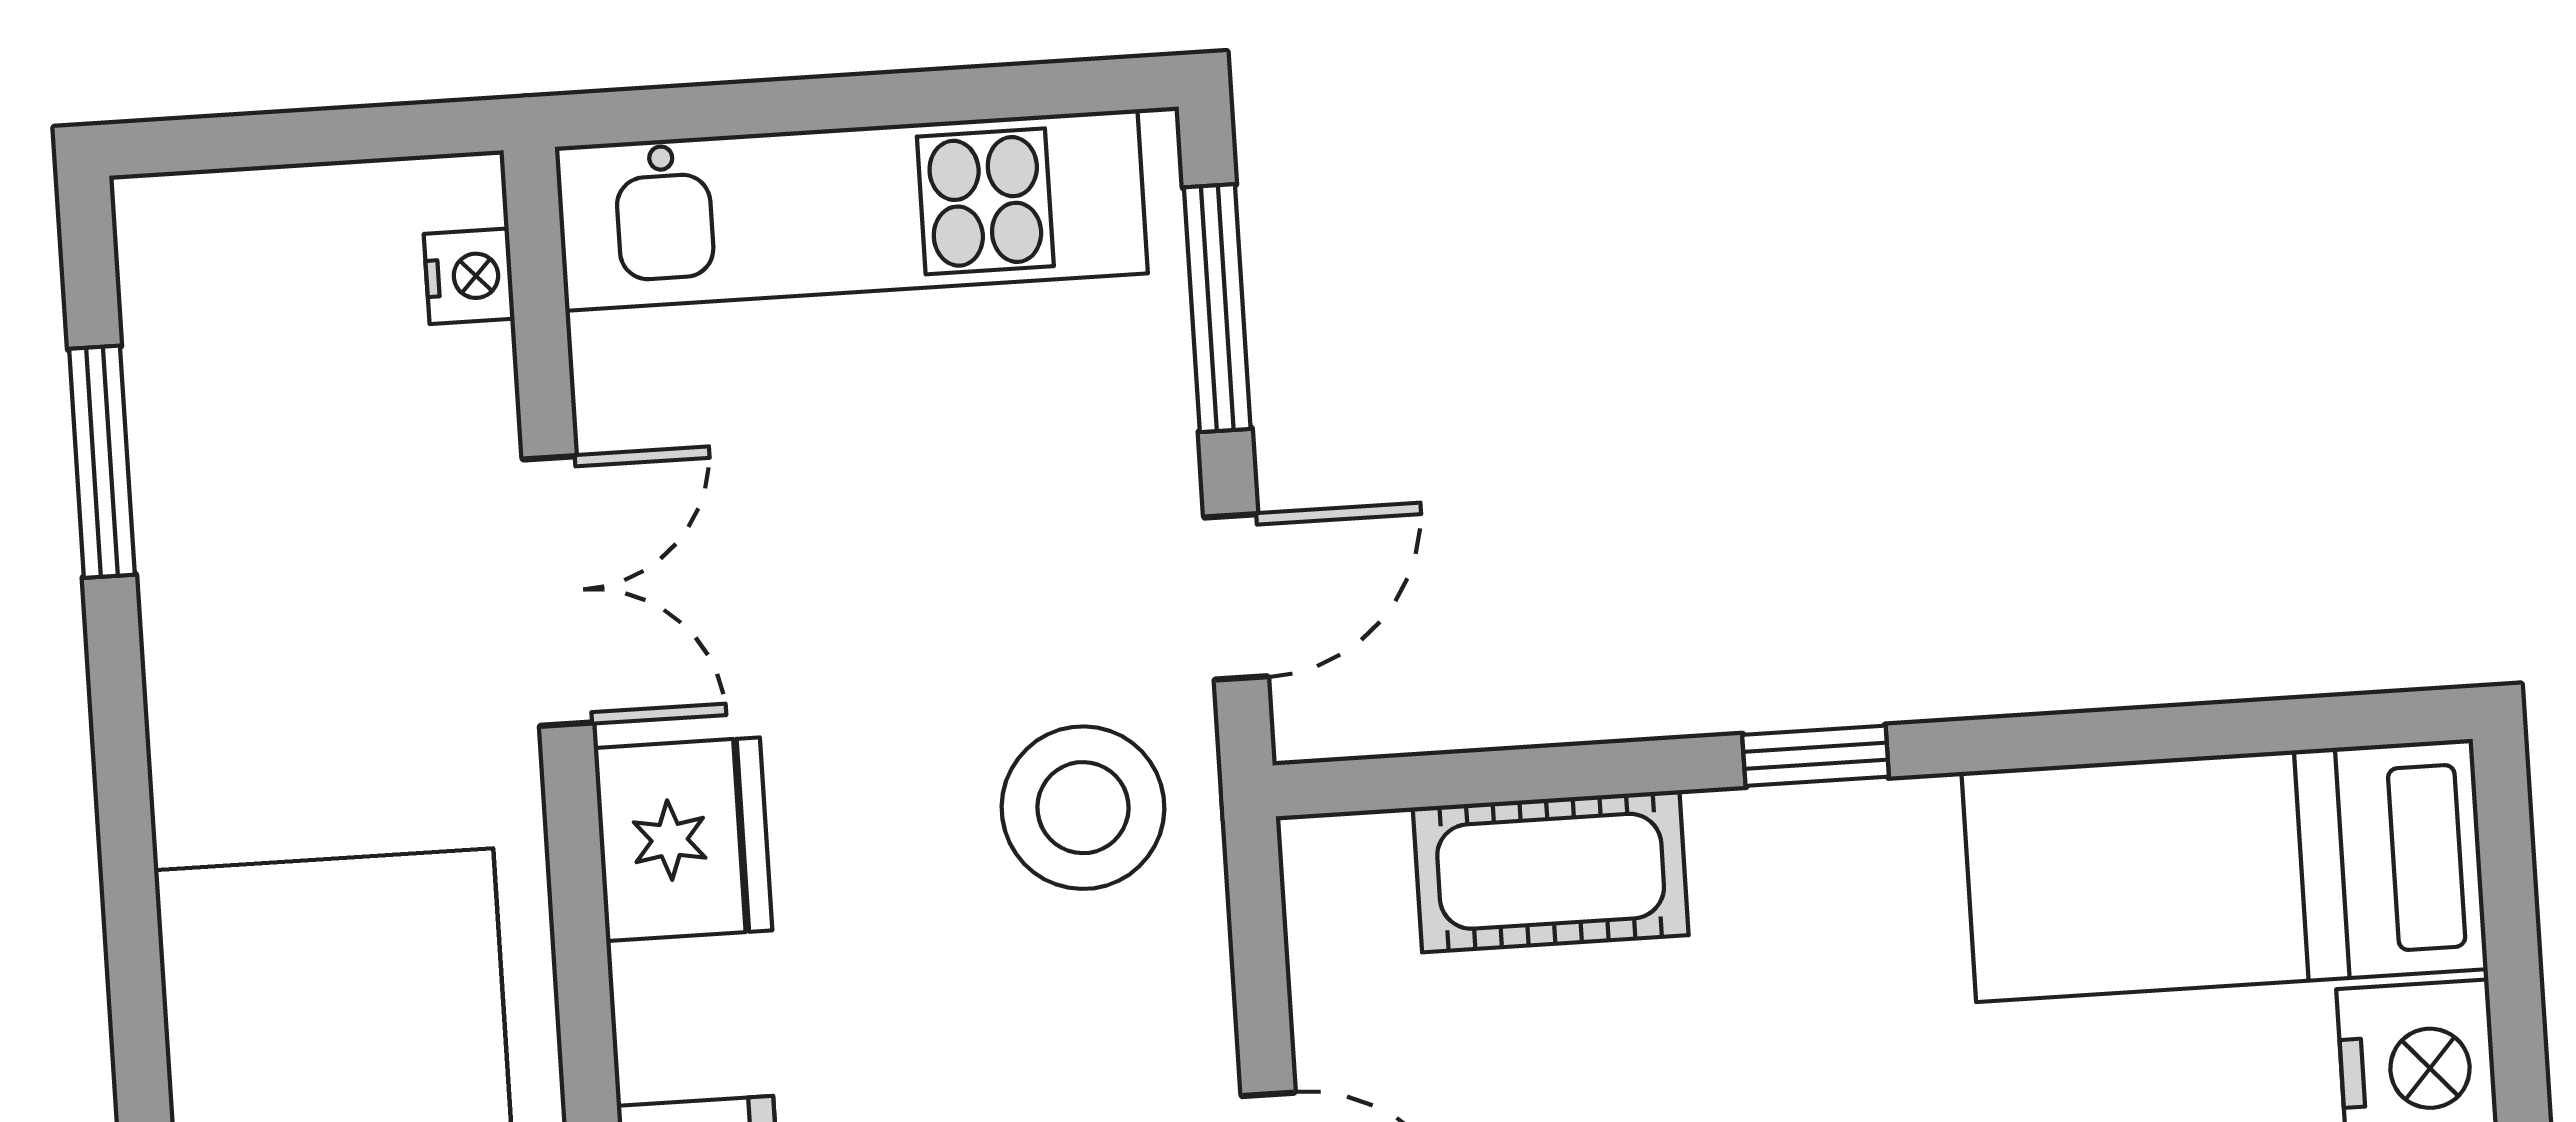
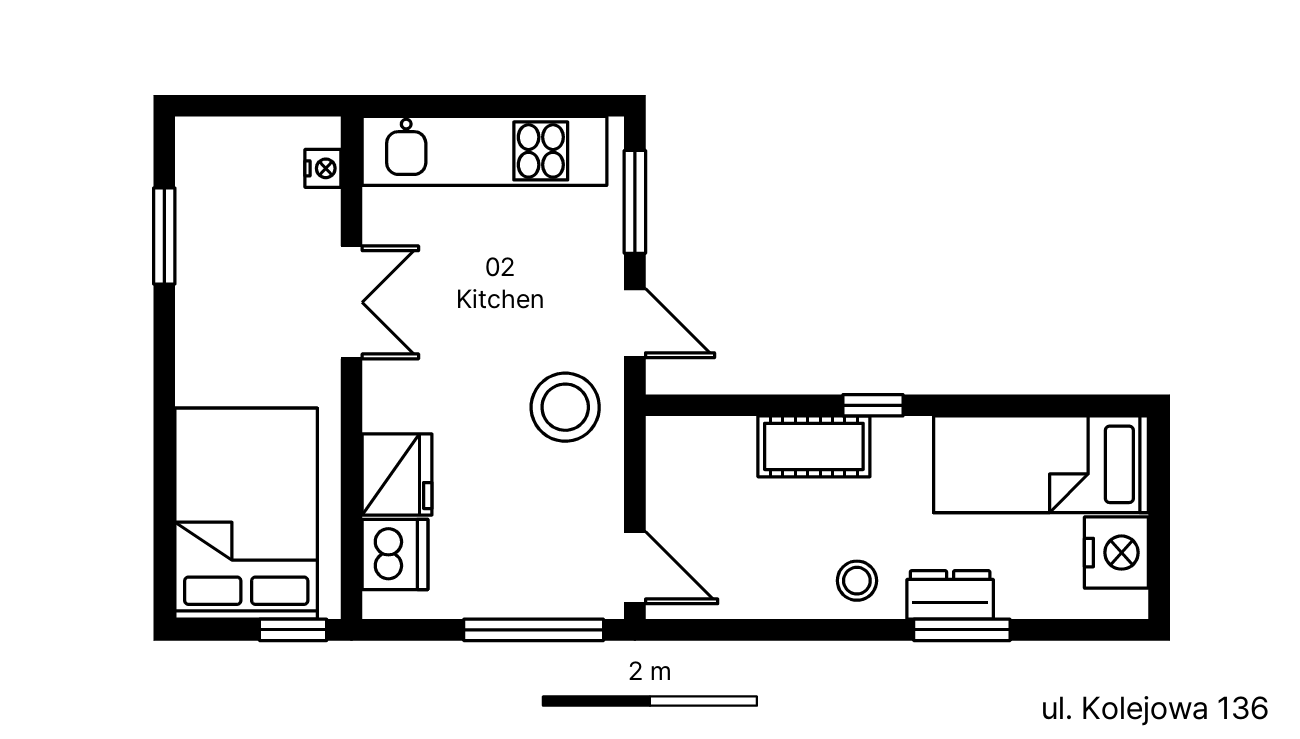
door: (1236, 597) -> (635, 323), hinge flipped
fridge: (683, 839) -> (397, 474), moved
cot: (1551, 871) -> (814, 446), moved

